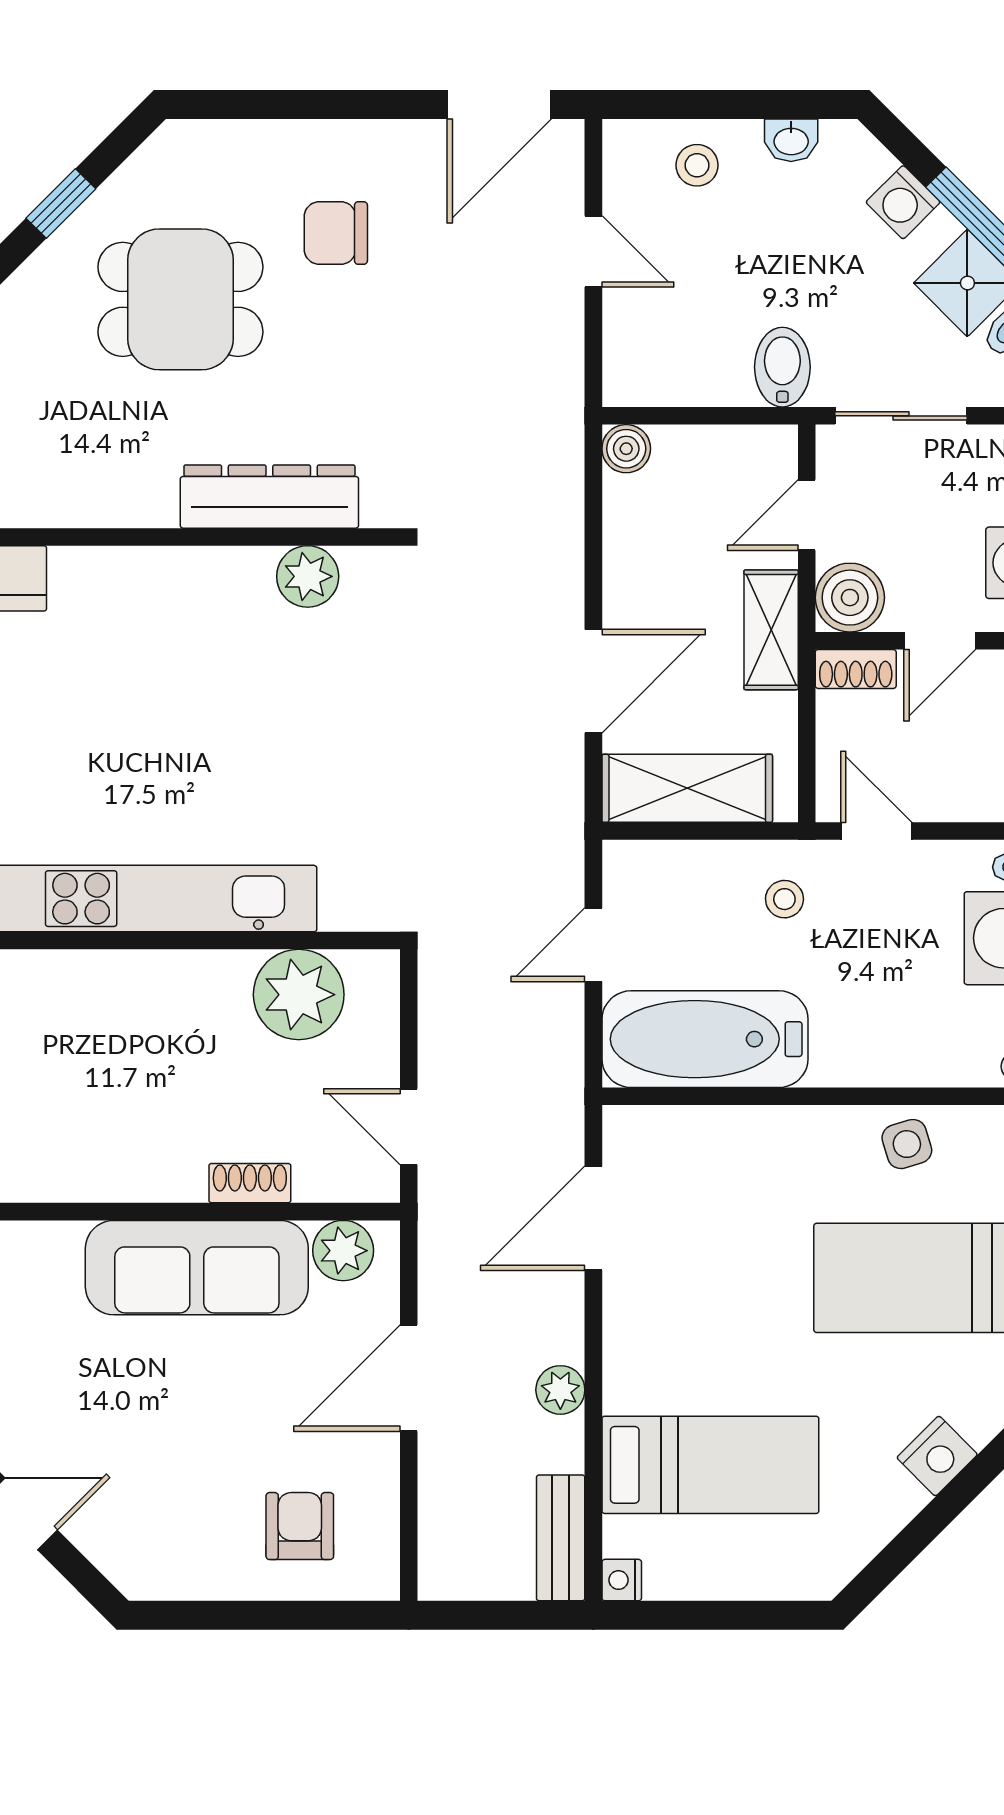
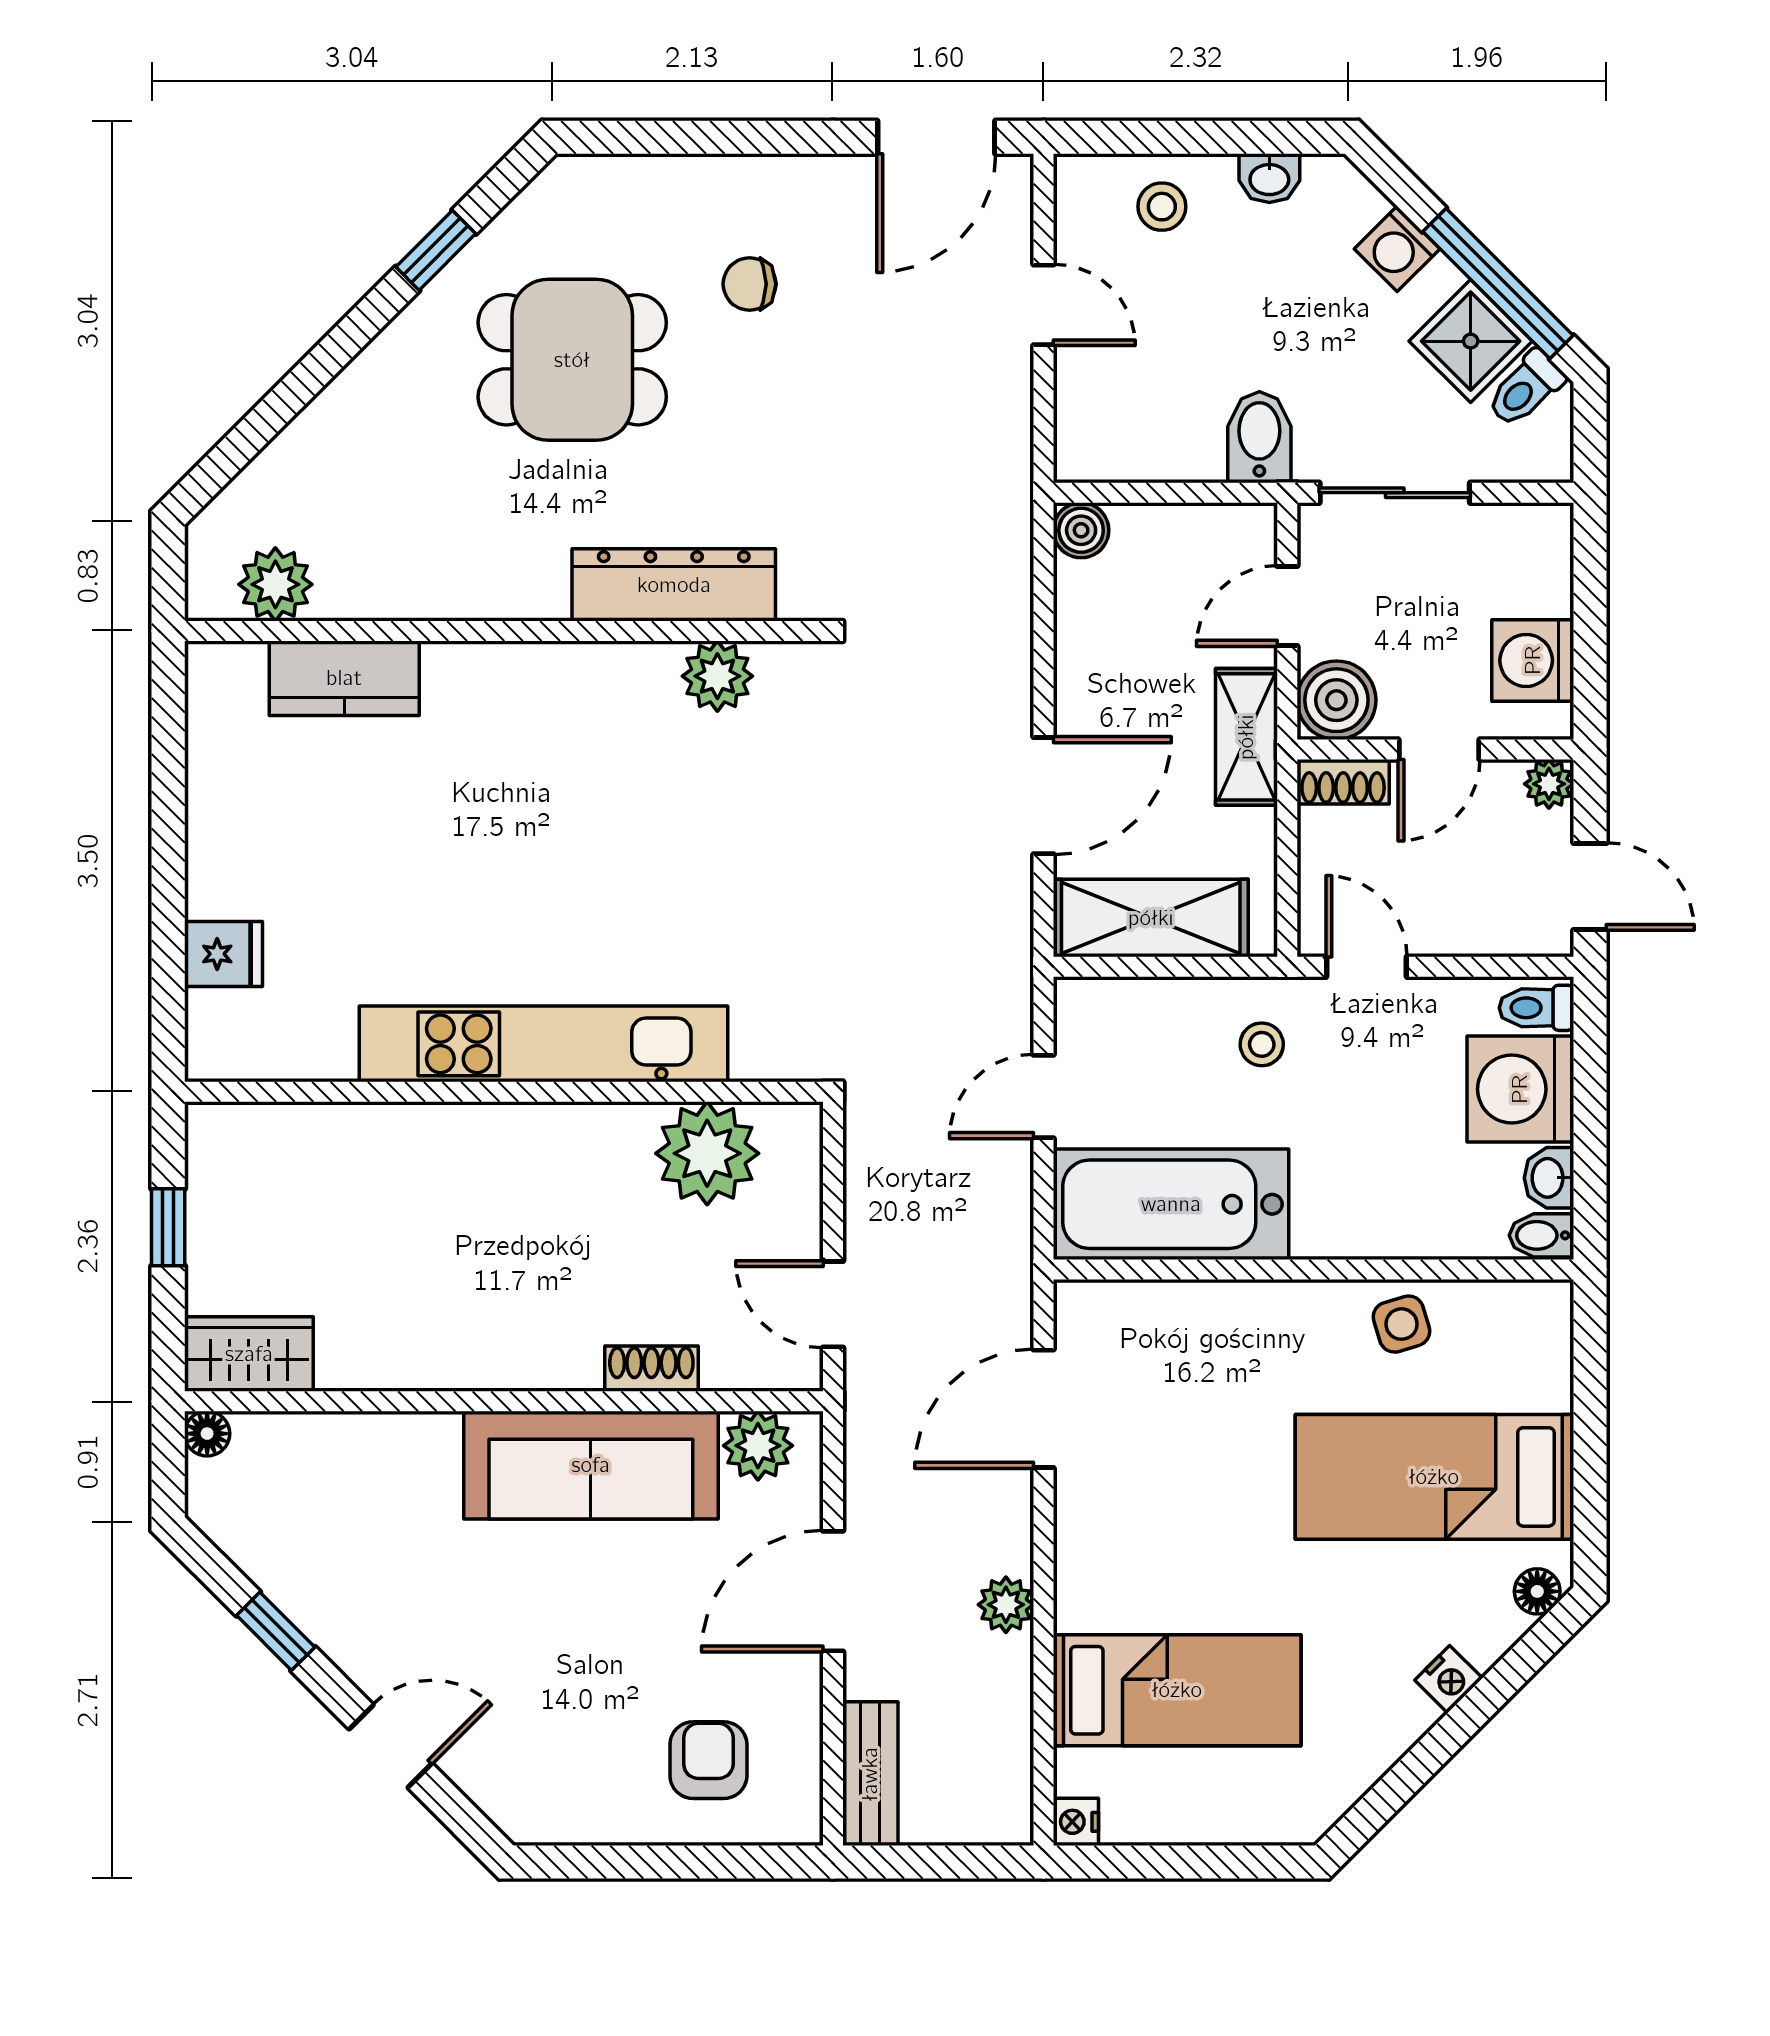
chair: (336, 233) -> (750, 284), width x0.73, depth x0.73
nightstand: (937, 1456) -> (1449, 1679), width x0.72, depth x0.74
bench: (561, 1538) -> (870, 1774), moved

